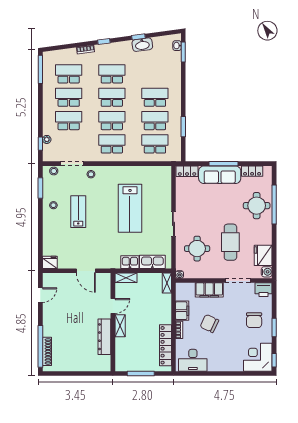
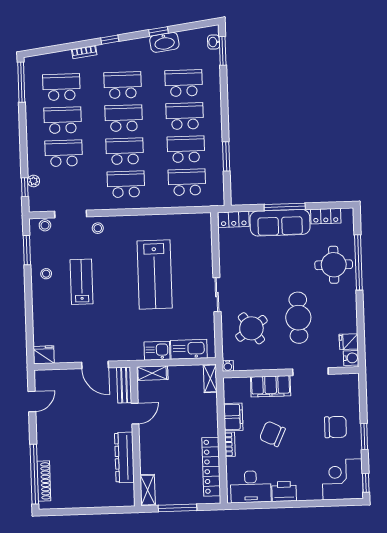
school desk: (155, 74) -> (184, 83), added
round table: (197, 249) -> (251, 328), turned -35
fridge: (263, 255) -> (349, 342), width x0.53, depth x0.75
bench: (106, 286) -> (124, 385), added
printer: (263, 290) -> (284, 491), moved, turned 180
chair: (254, 320) -> (335, 427), turned -90
shelving: (120, 326) -> (148, 490), moved

